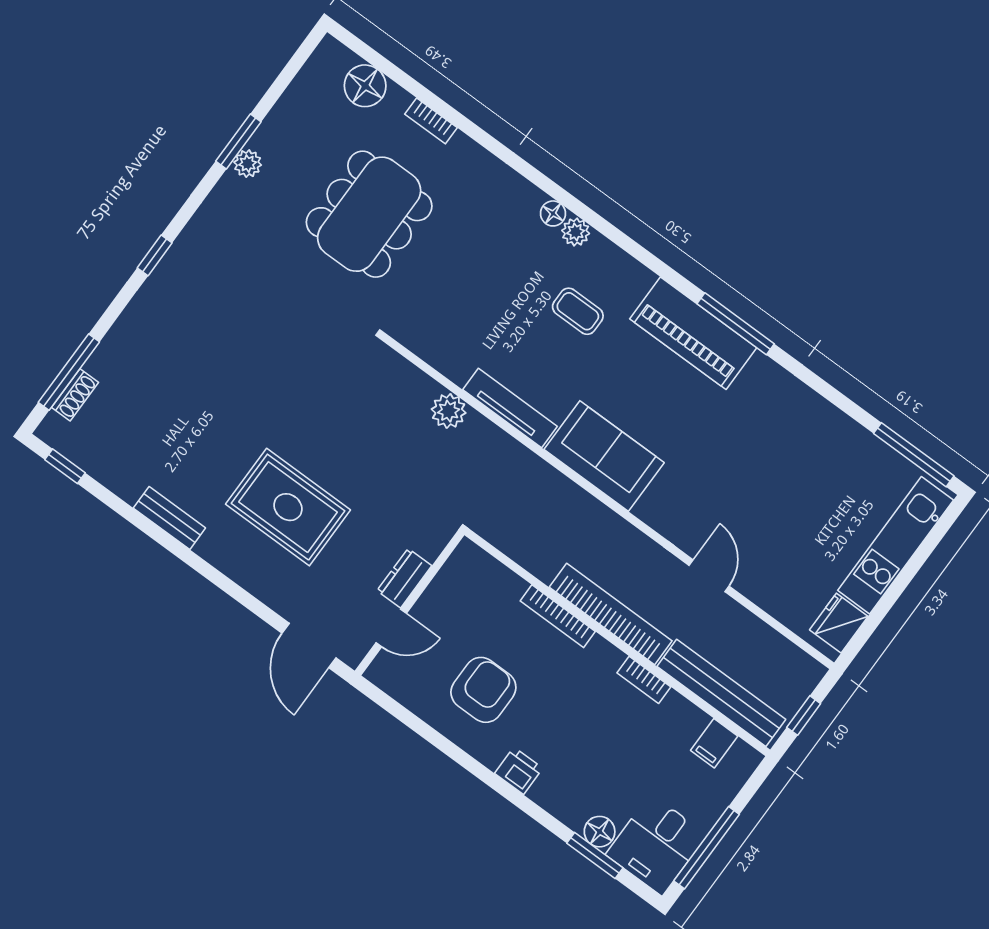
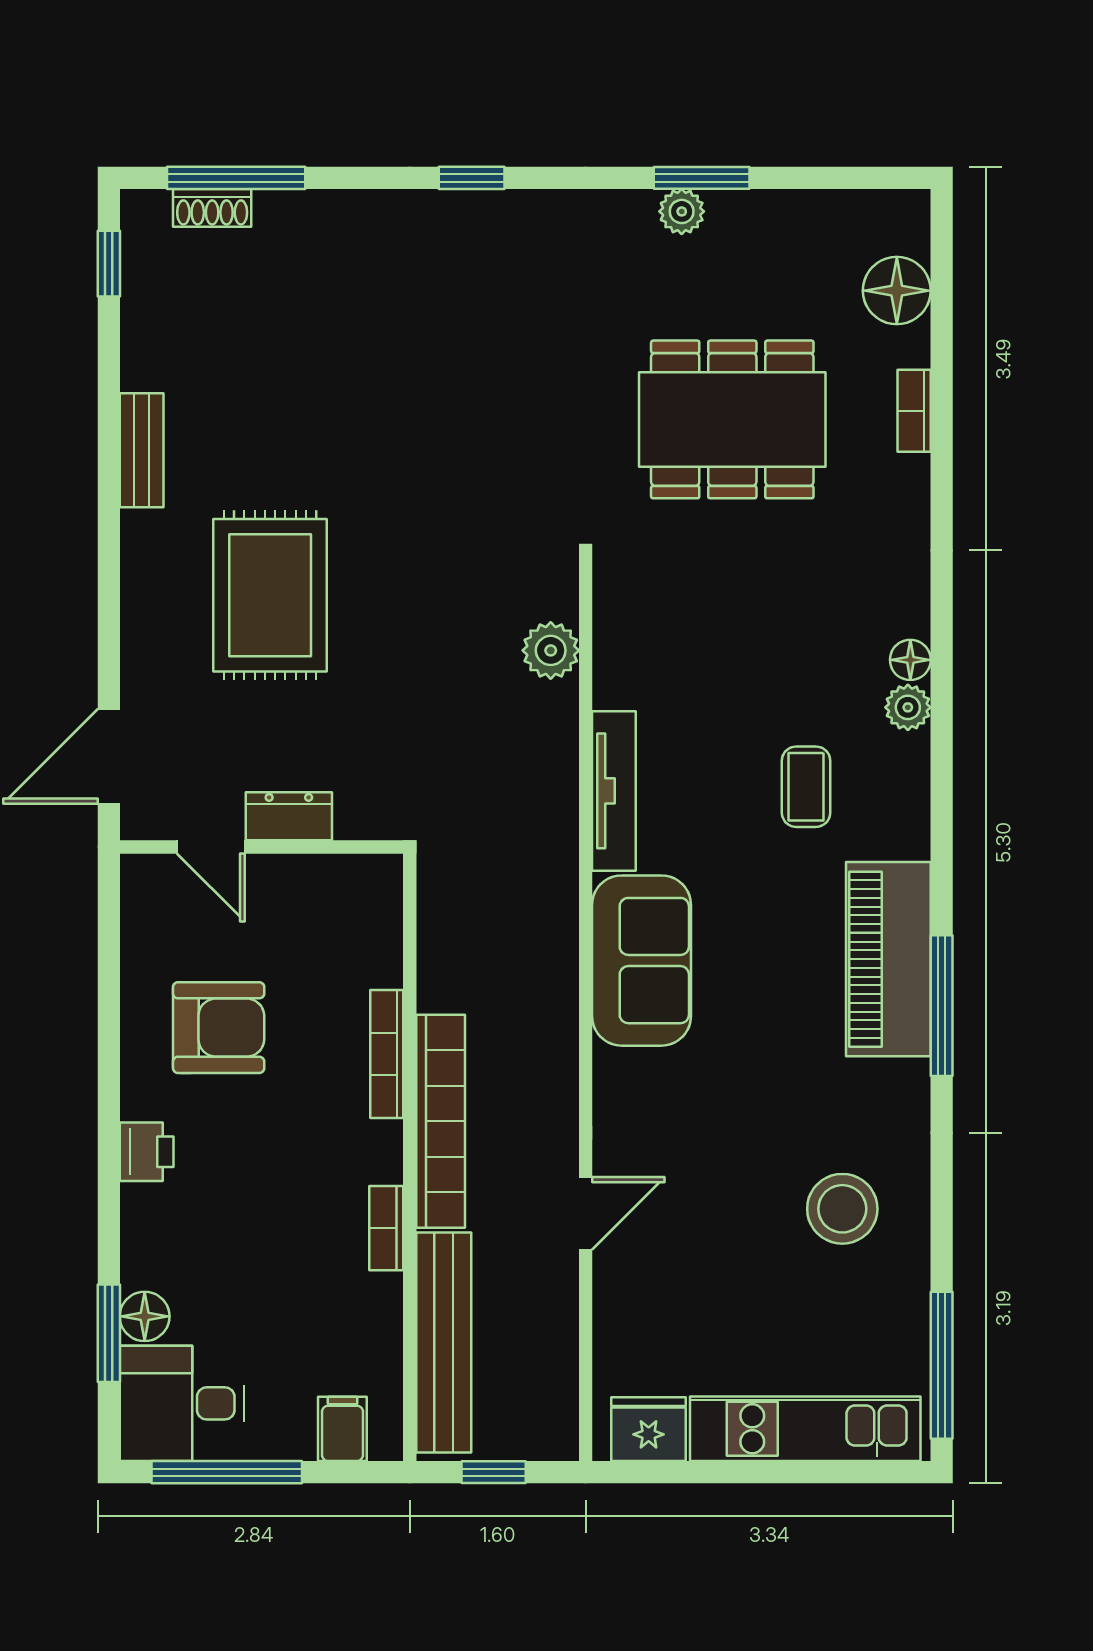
plant: (449, 411) -> (551, 650), moved
stool: (800, 447) -> (842, 1209), added
filing cabinet: (714, 743) -> (342, 1429), moved, turned 90

